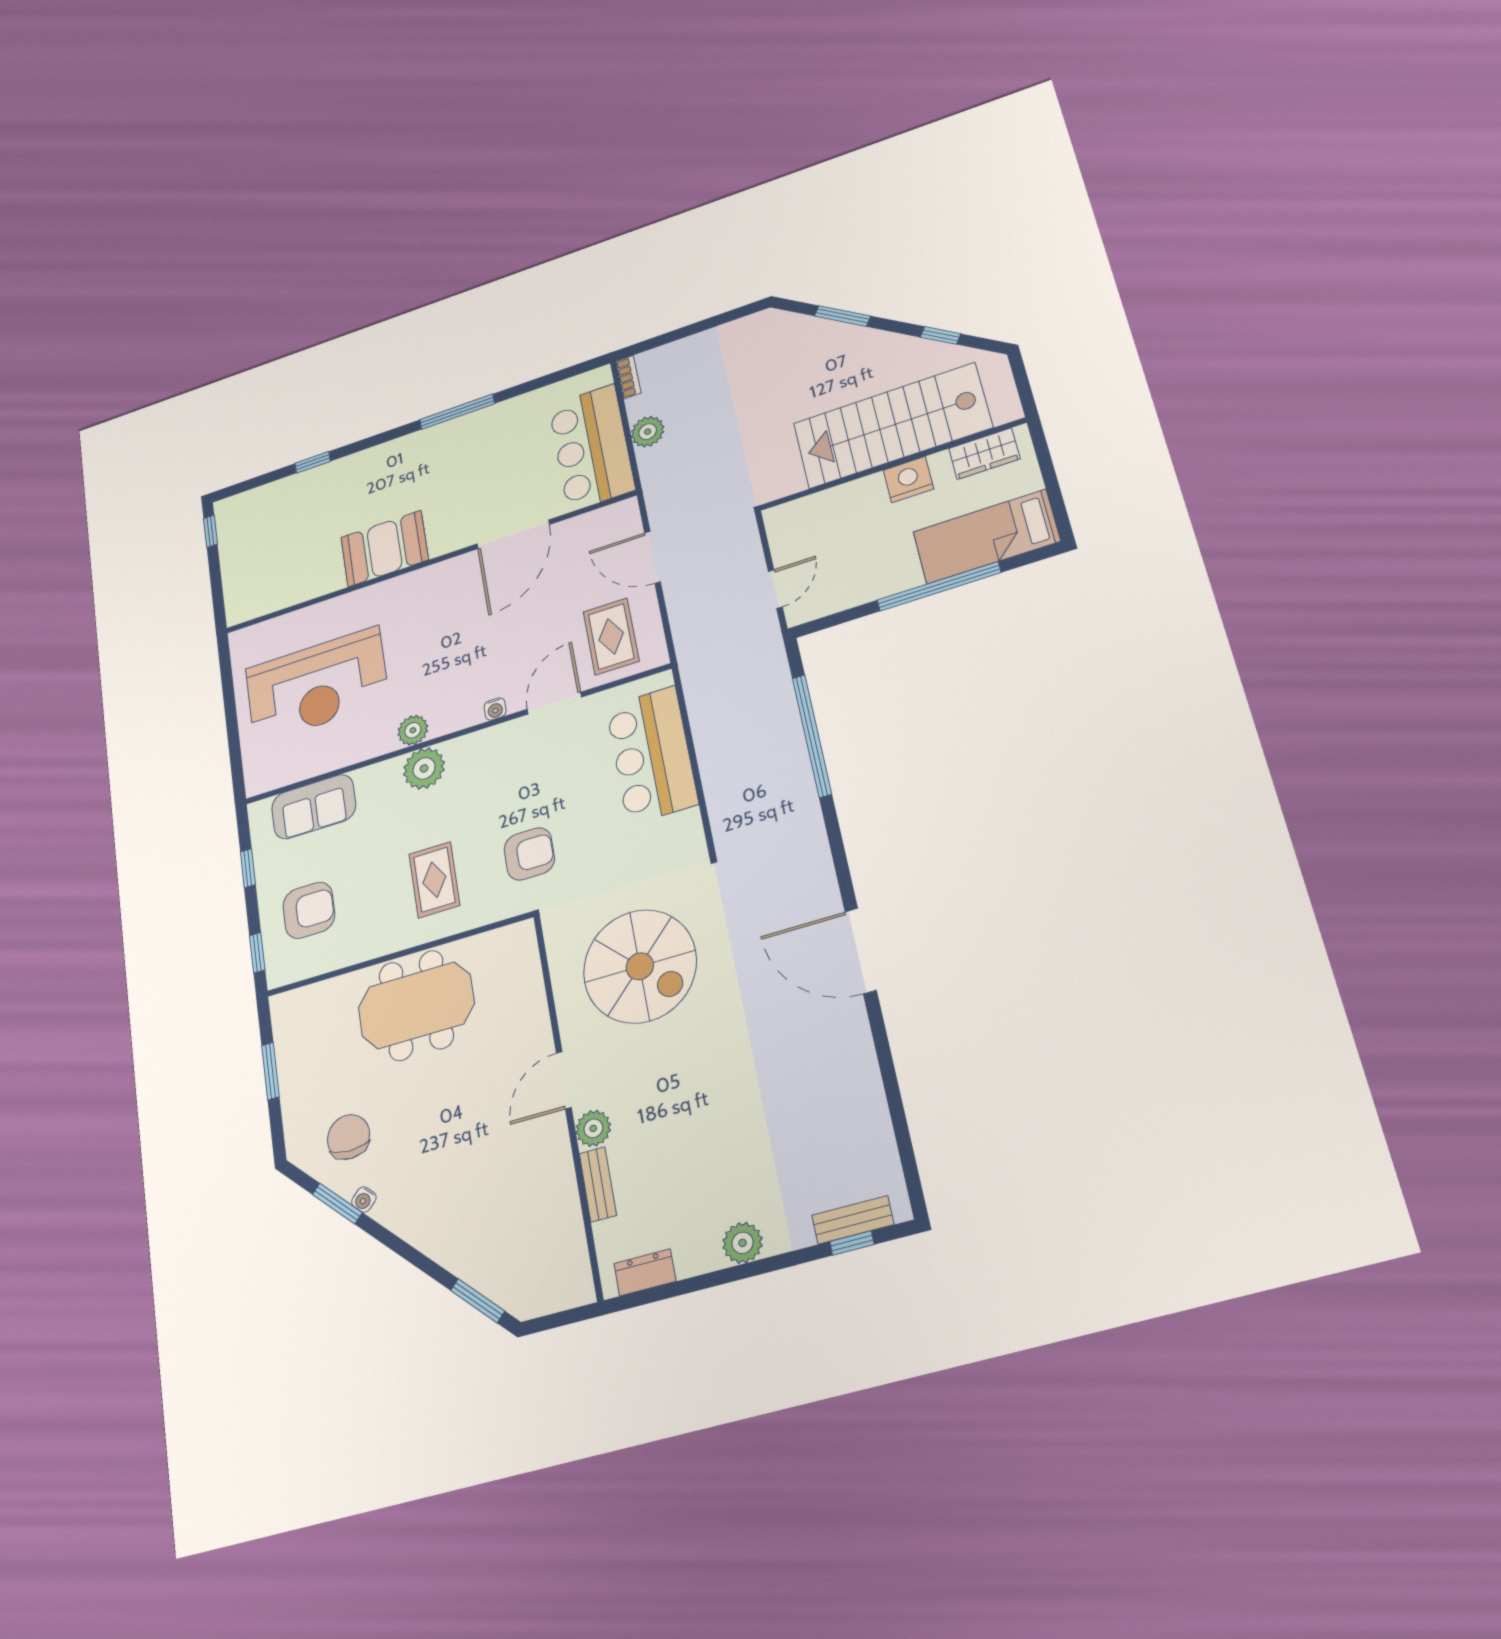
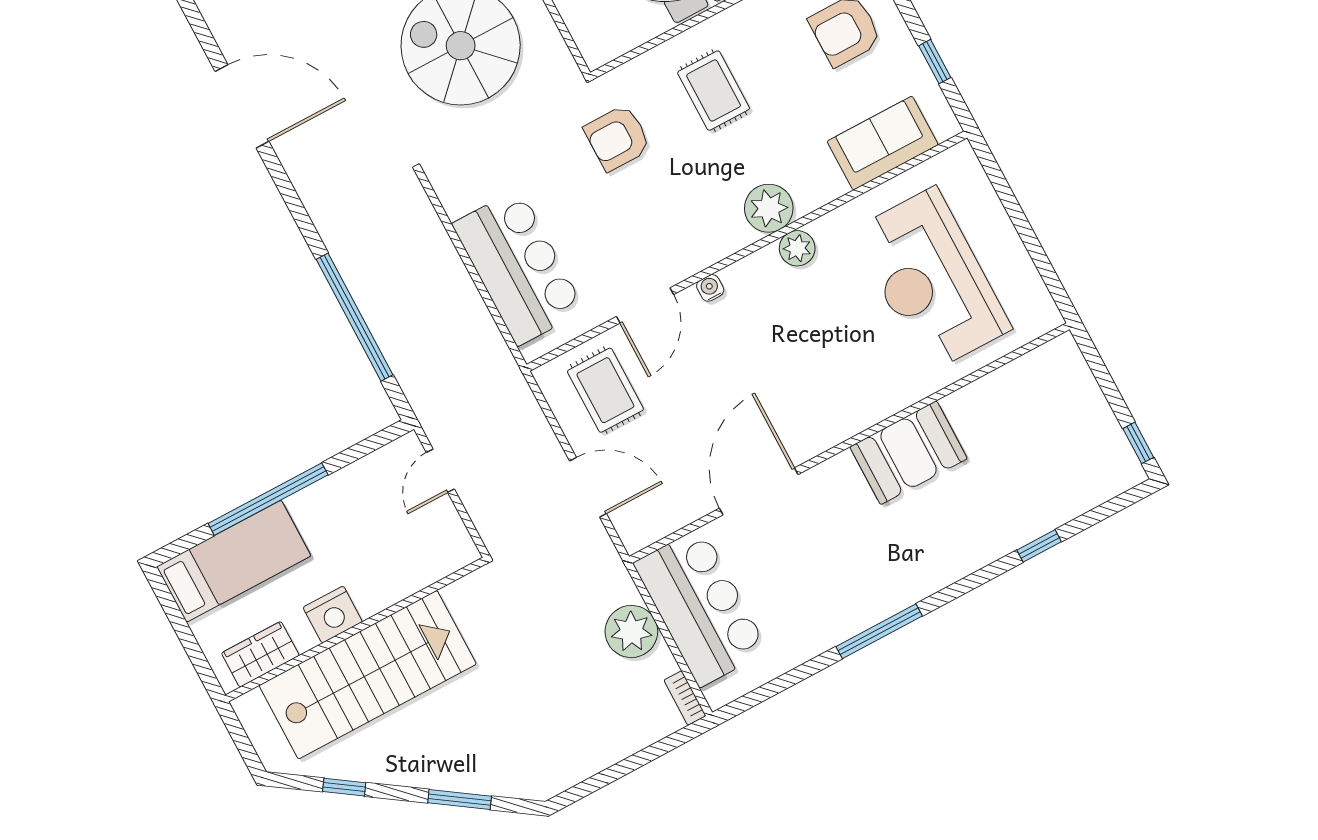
plant: (648, 432) -> (631, 631), width x1.36, depth x1.36
reception desk: (317, 685) -> (931, 280), turned -90

